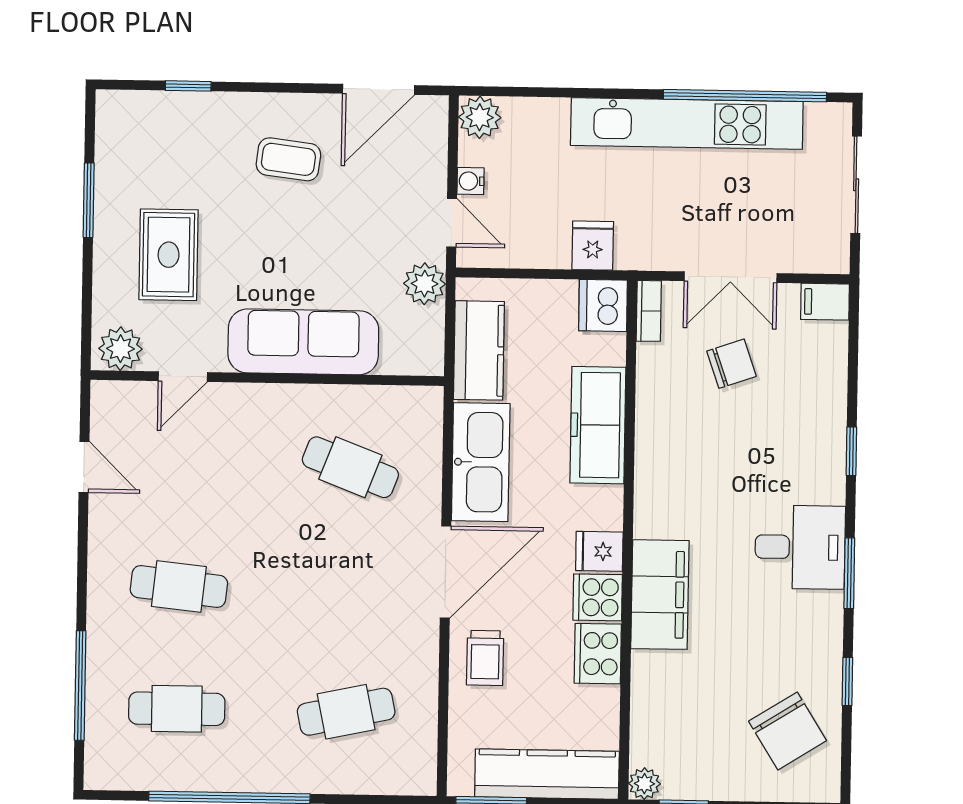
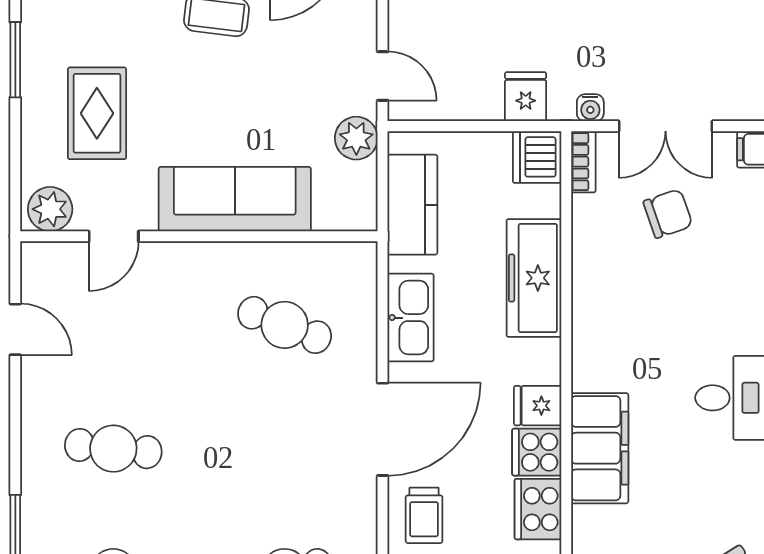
water cooler: (471, 181) -> (590, 108), moved, turned -90
kitchen sink: (481, 462) -> (411, 318), width x0.73, depth x0.81

